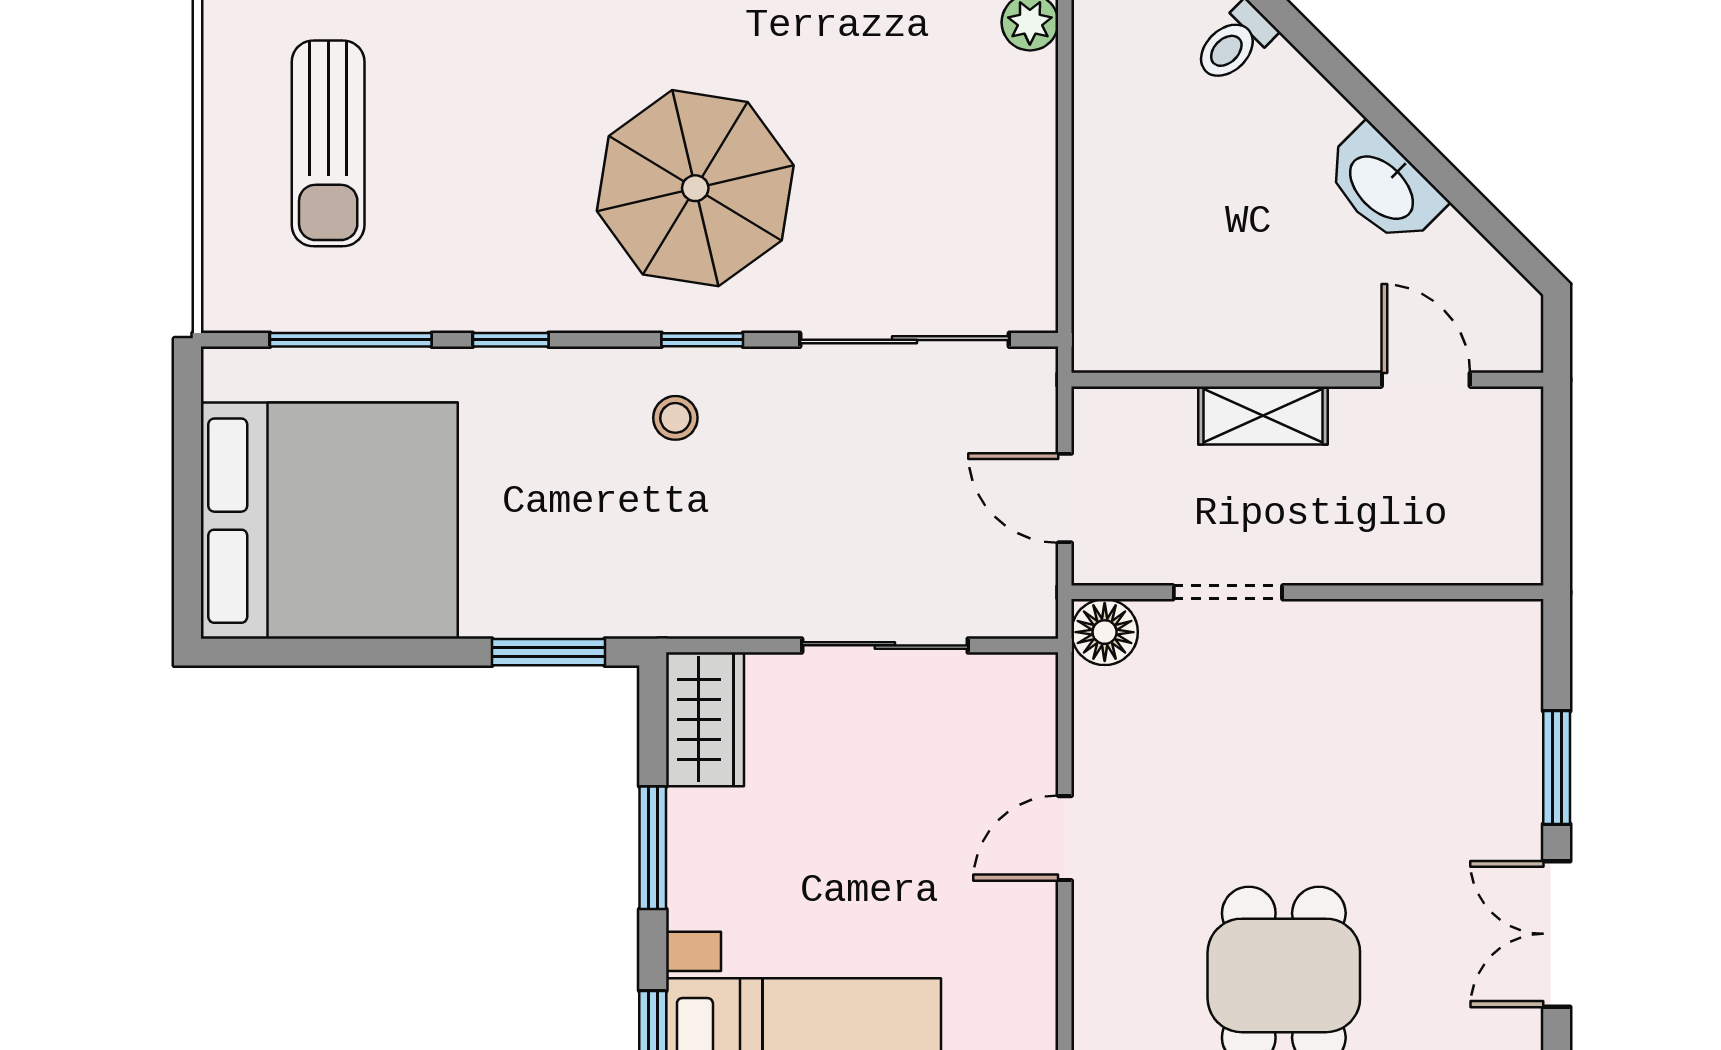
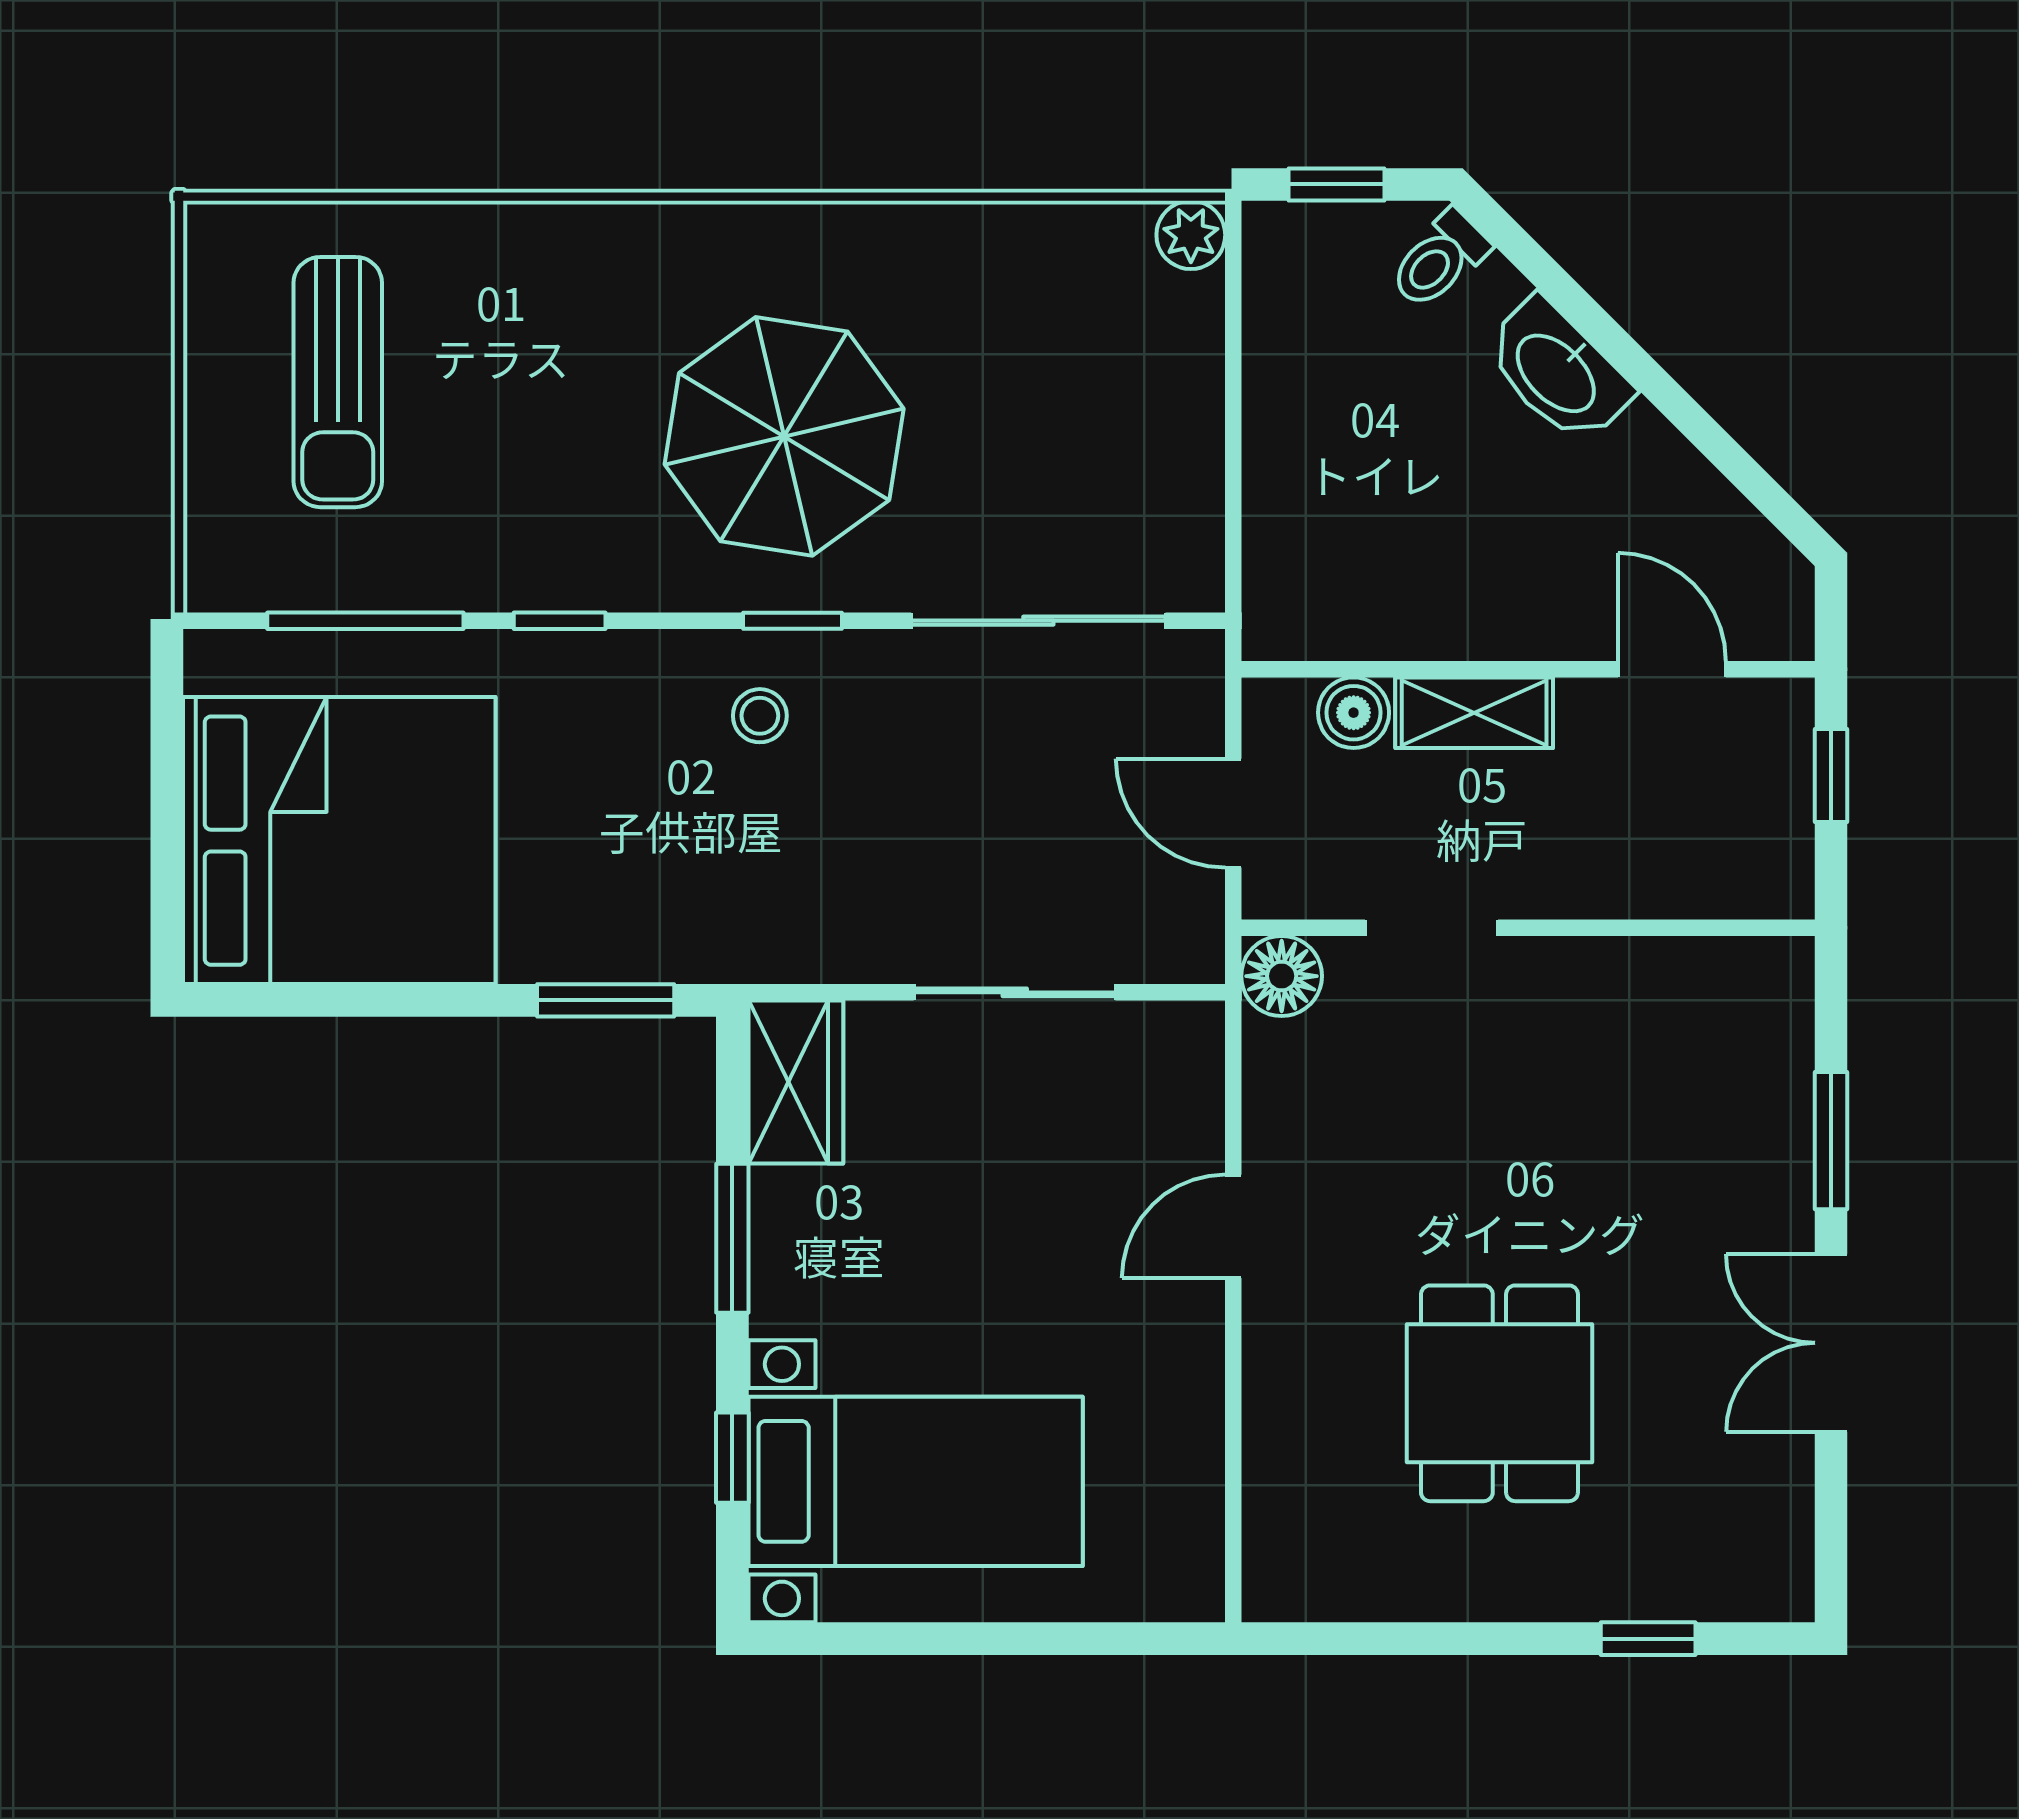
washbasin: (1383, 186) -> (1558, 371), moved
boiler: (1164, 415) -> (1354, 713), added
window: (1557, 467) -> (1831, 776), added

